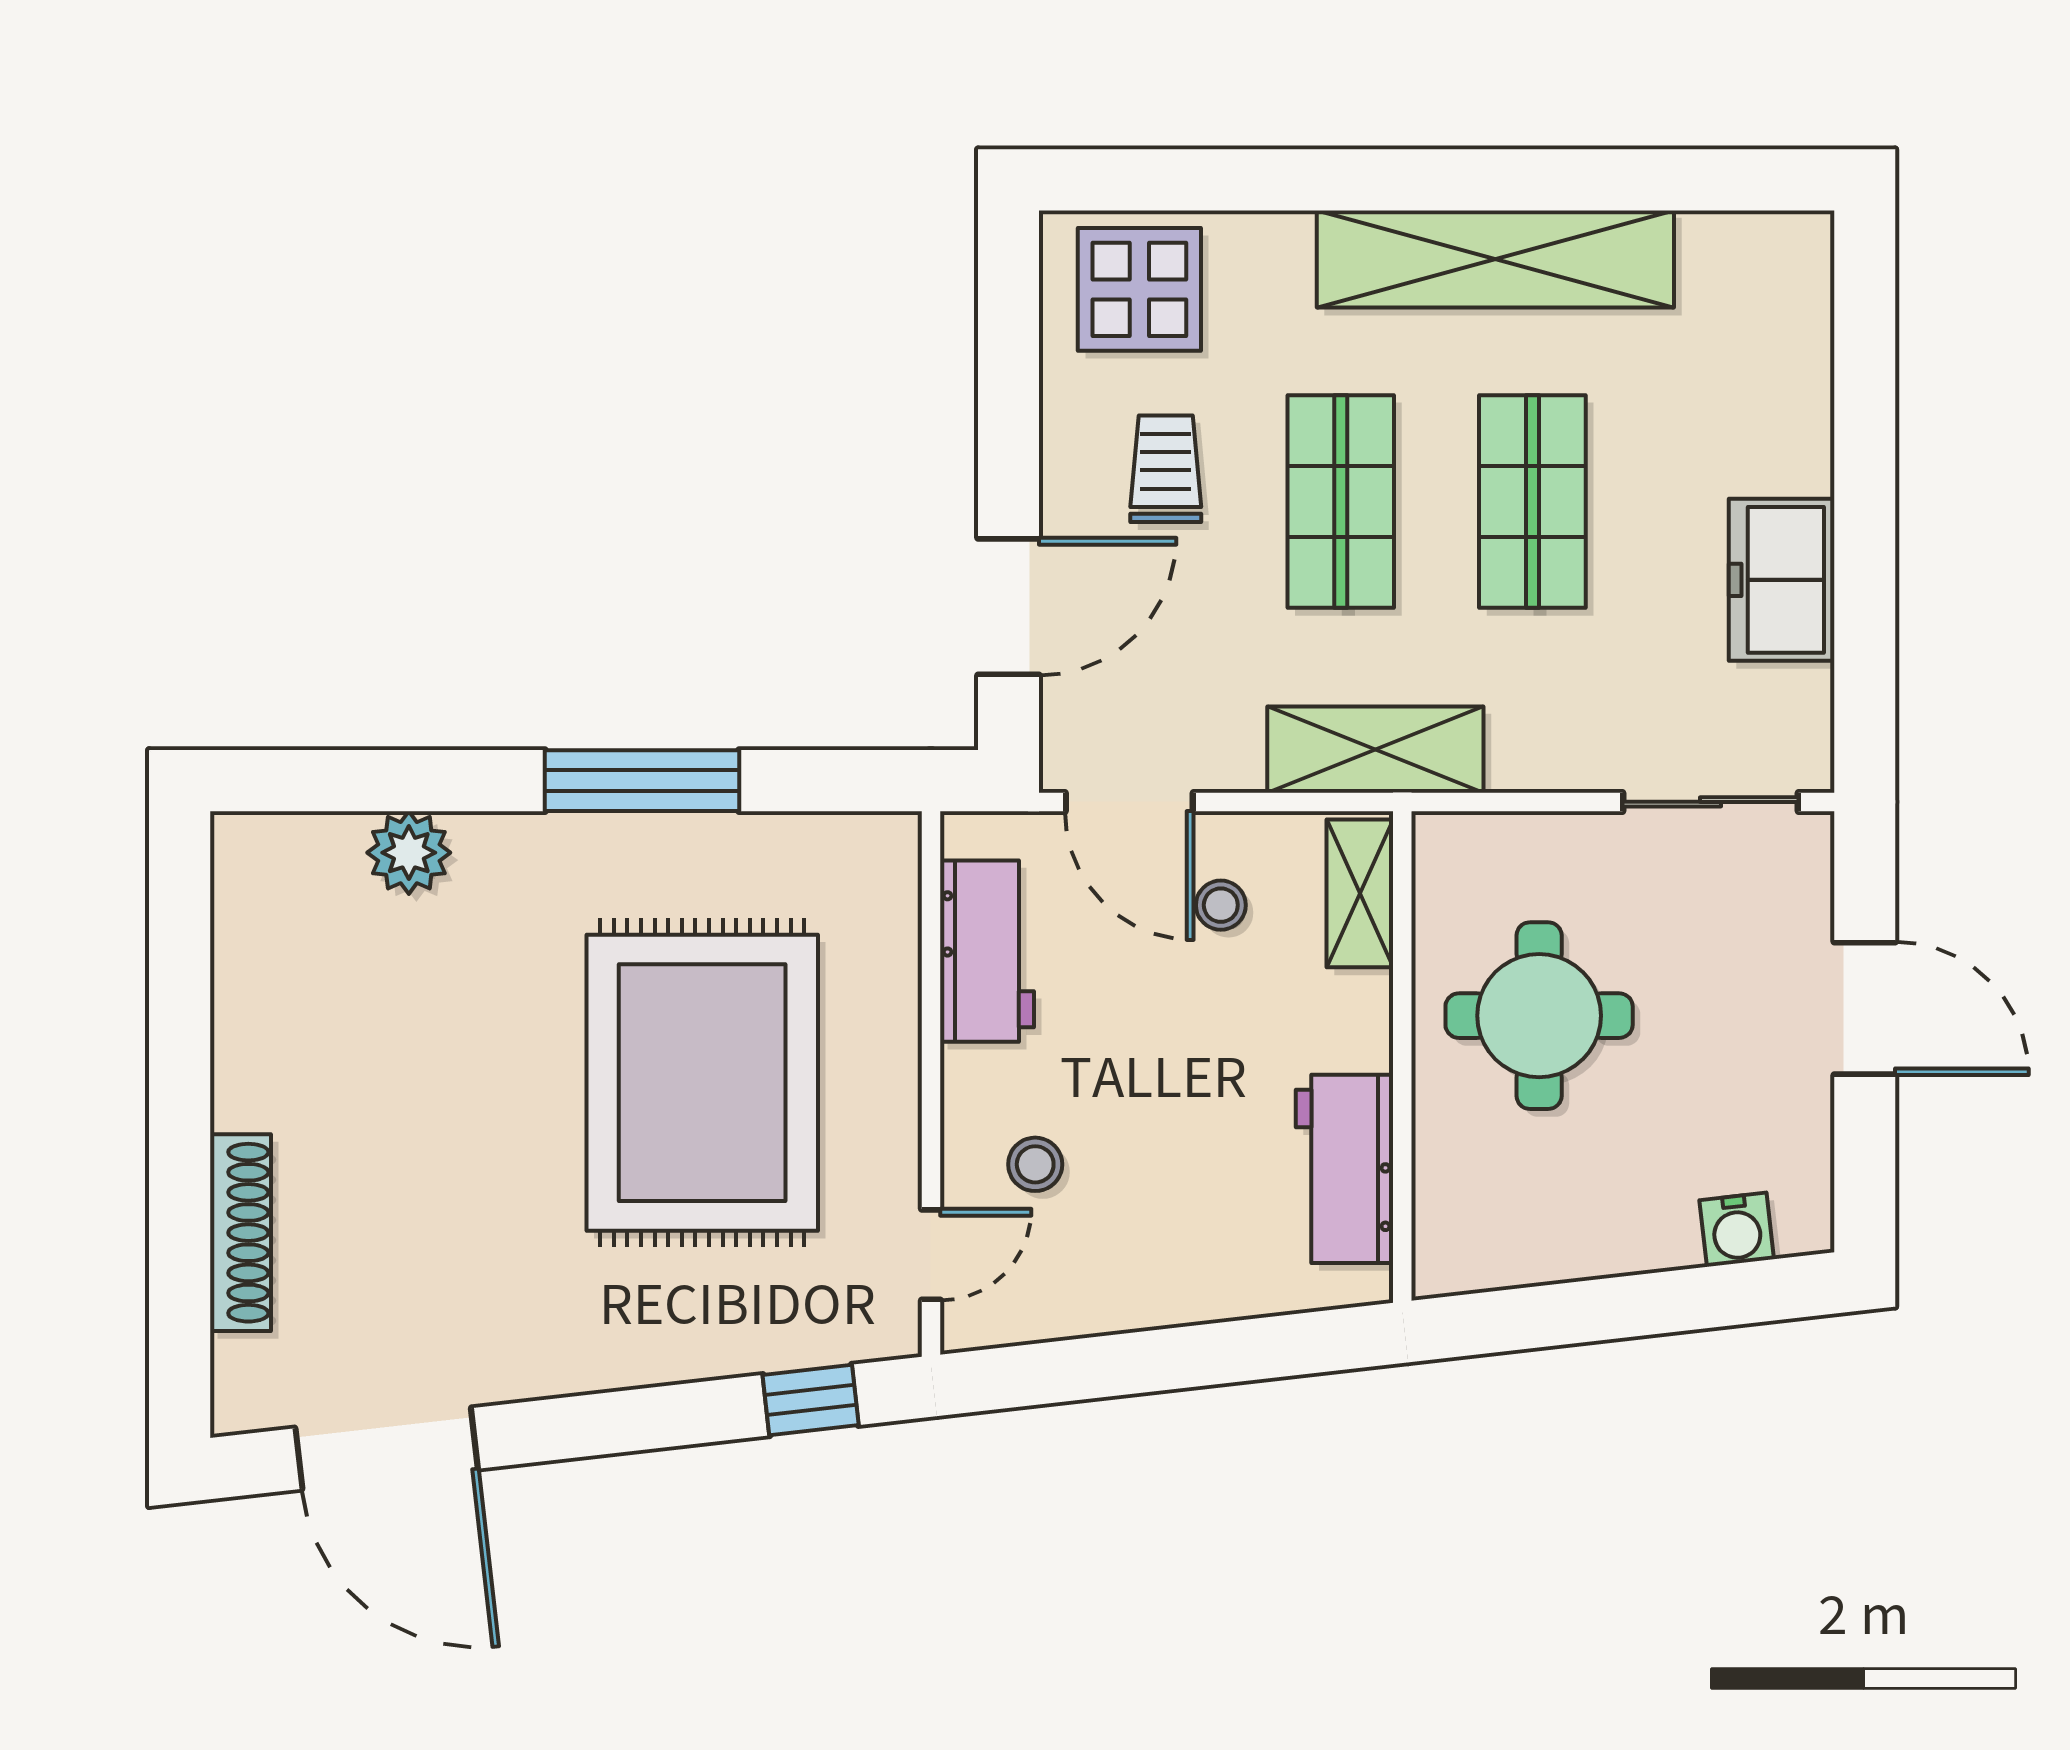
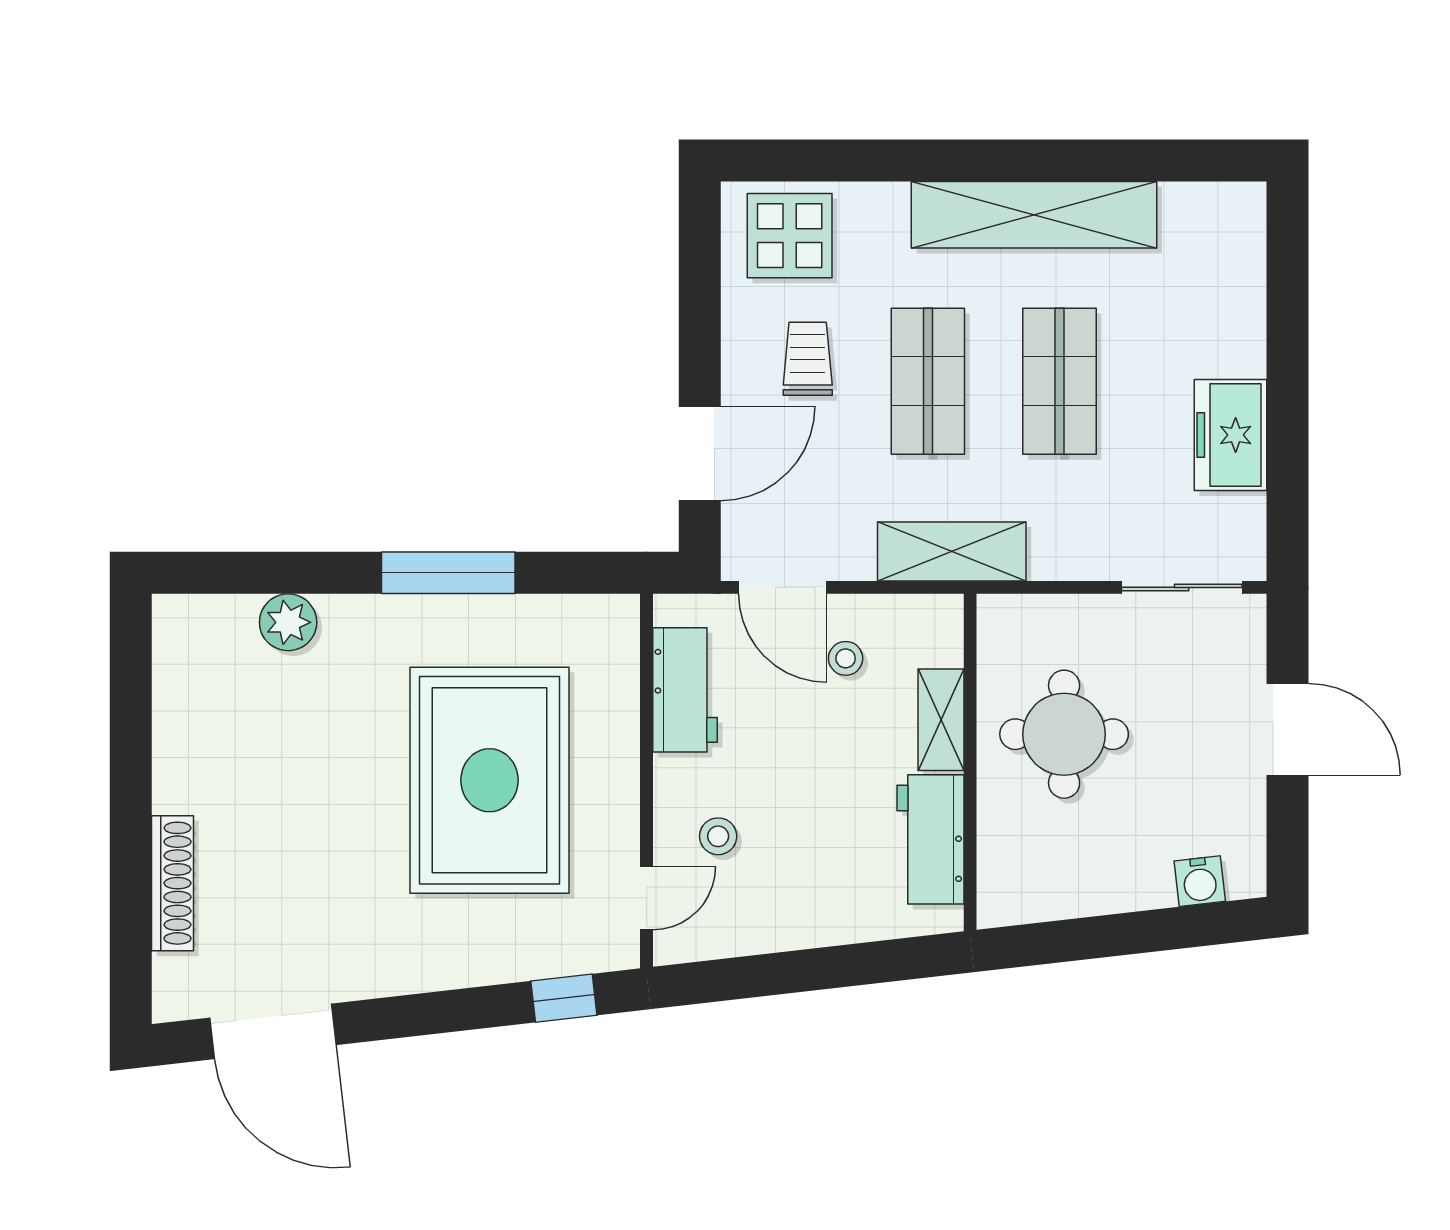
shelving: (1360, 893) -> (941, 720), moved

